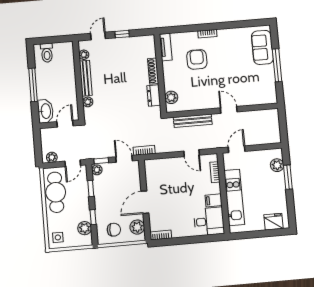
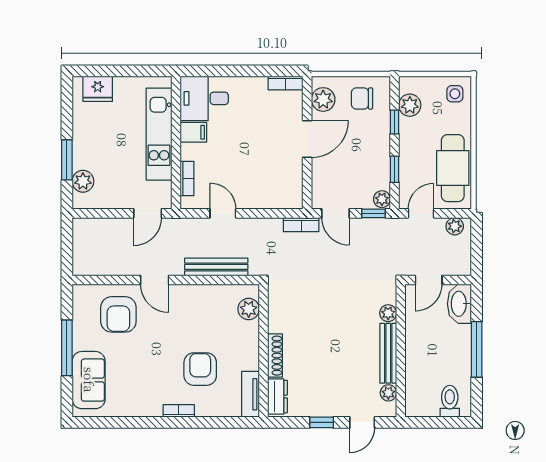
armchair: (197, 59) -> (200, 369), turned 180
armchair: (248, 88) -> (118, 314), added
dresser: (154, 96) -> (278, 397), moved

